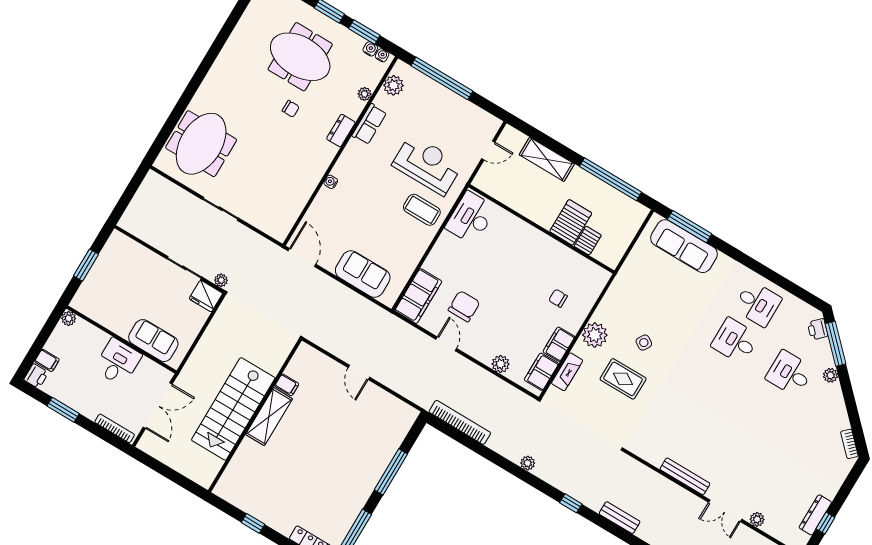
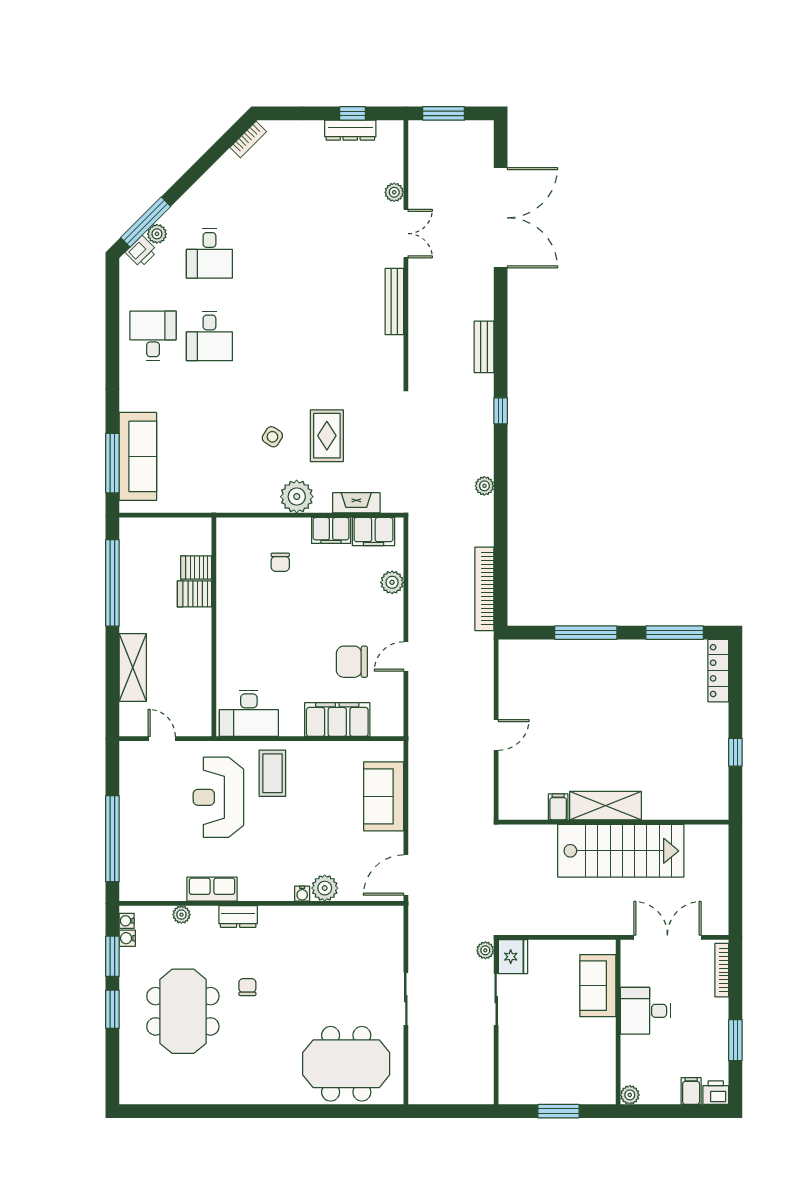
plant: (393, 85) -> (325, 888), moved
server rack: (571, 222) -> (195, 594), width x0.73, depth x0.70
filing cabinet: (418, 296) -> (337, 720), moved
plant: (830, 375) -> (157, 234), moved

